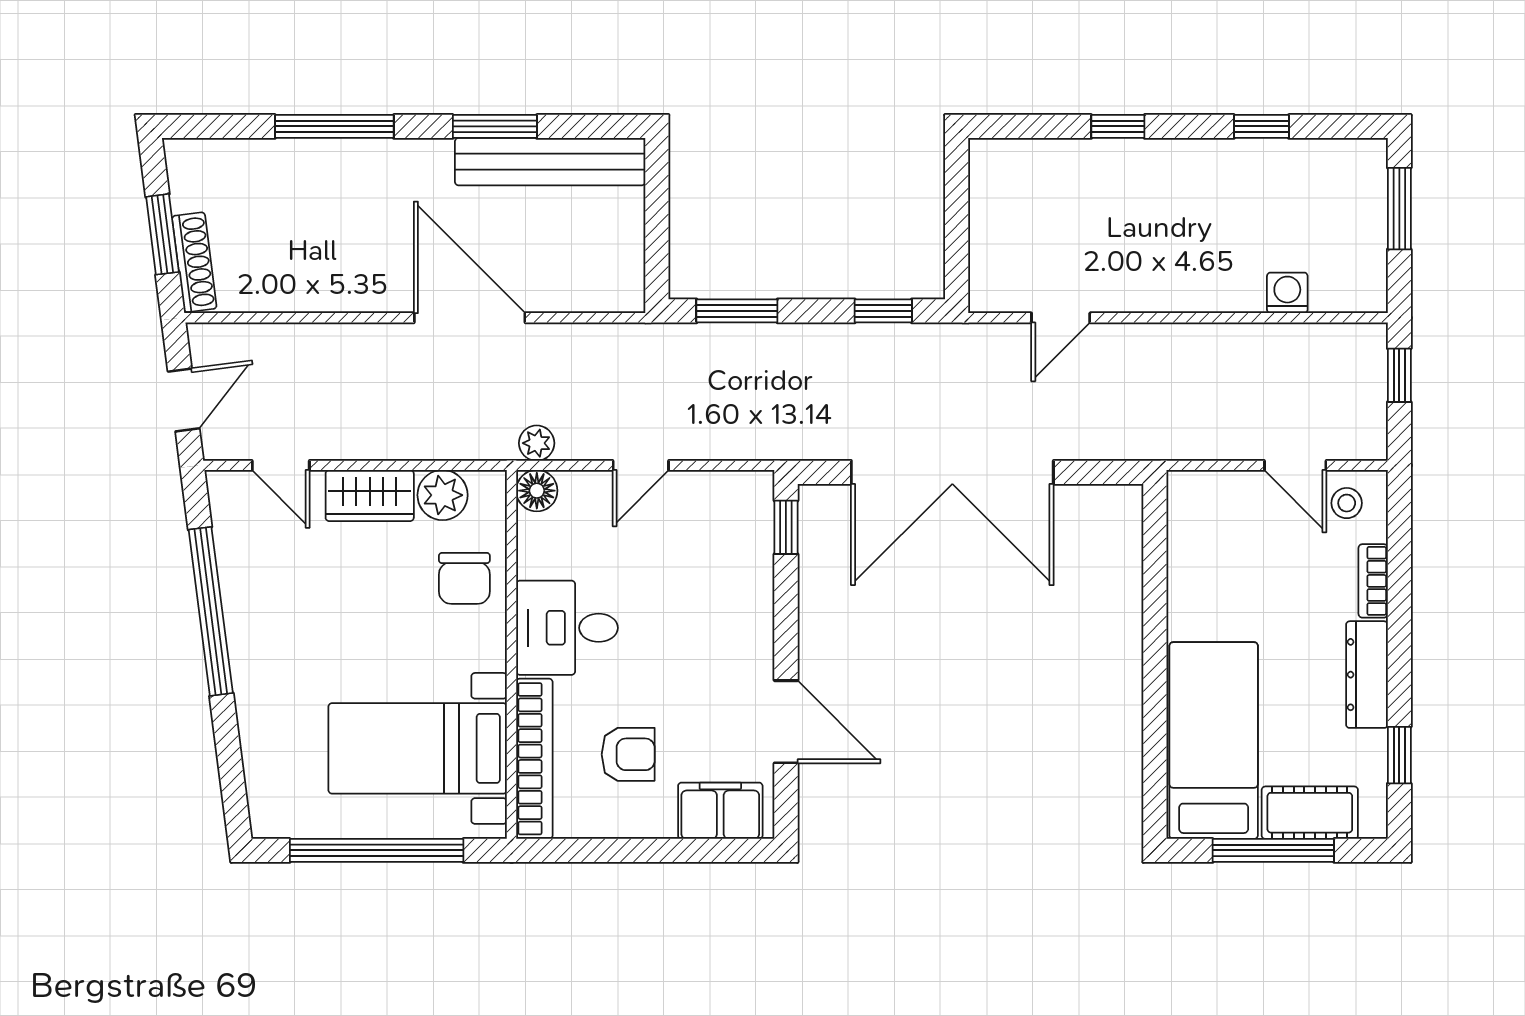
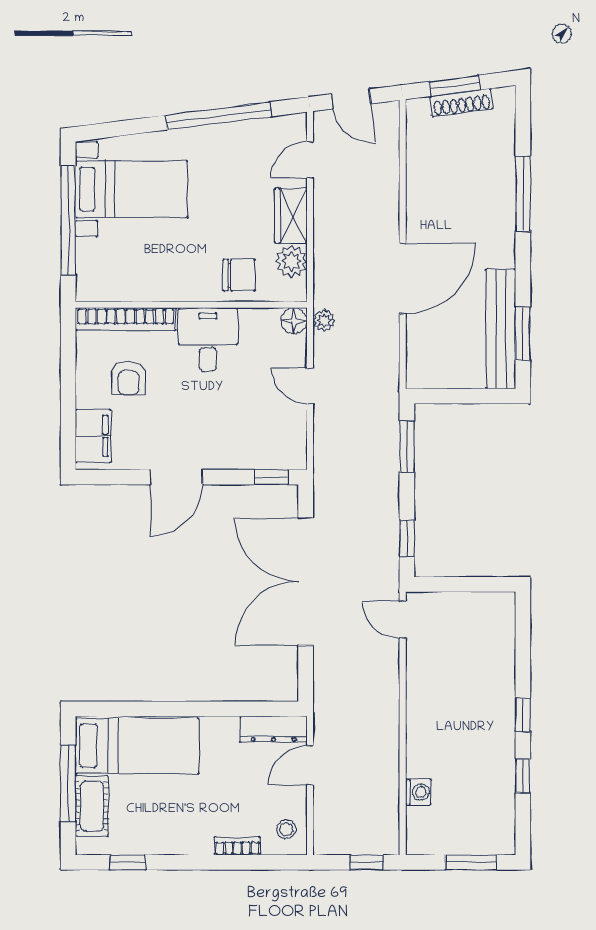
window: (495, 126) -> (523, 334), moved
window: (1118, 126) -> (523, 715), moved
shoe rack: (194, 262) -> (461, 103), moved
door: (1061, 318) -> (403, 620), moved
door: (1295, 465) -> (310, 765), moved
chair: (464, 578) -> (239, 275), turned 180
dresser: (1367, 675) -> (274, 729), moved, turned 180
door: (786, 722) -> (176, 477), moved
bed with nightstands: (418, 748) -> (131, 189), moved, turned 90

